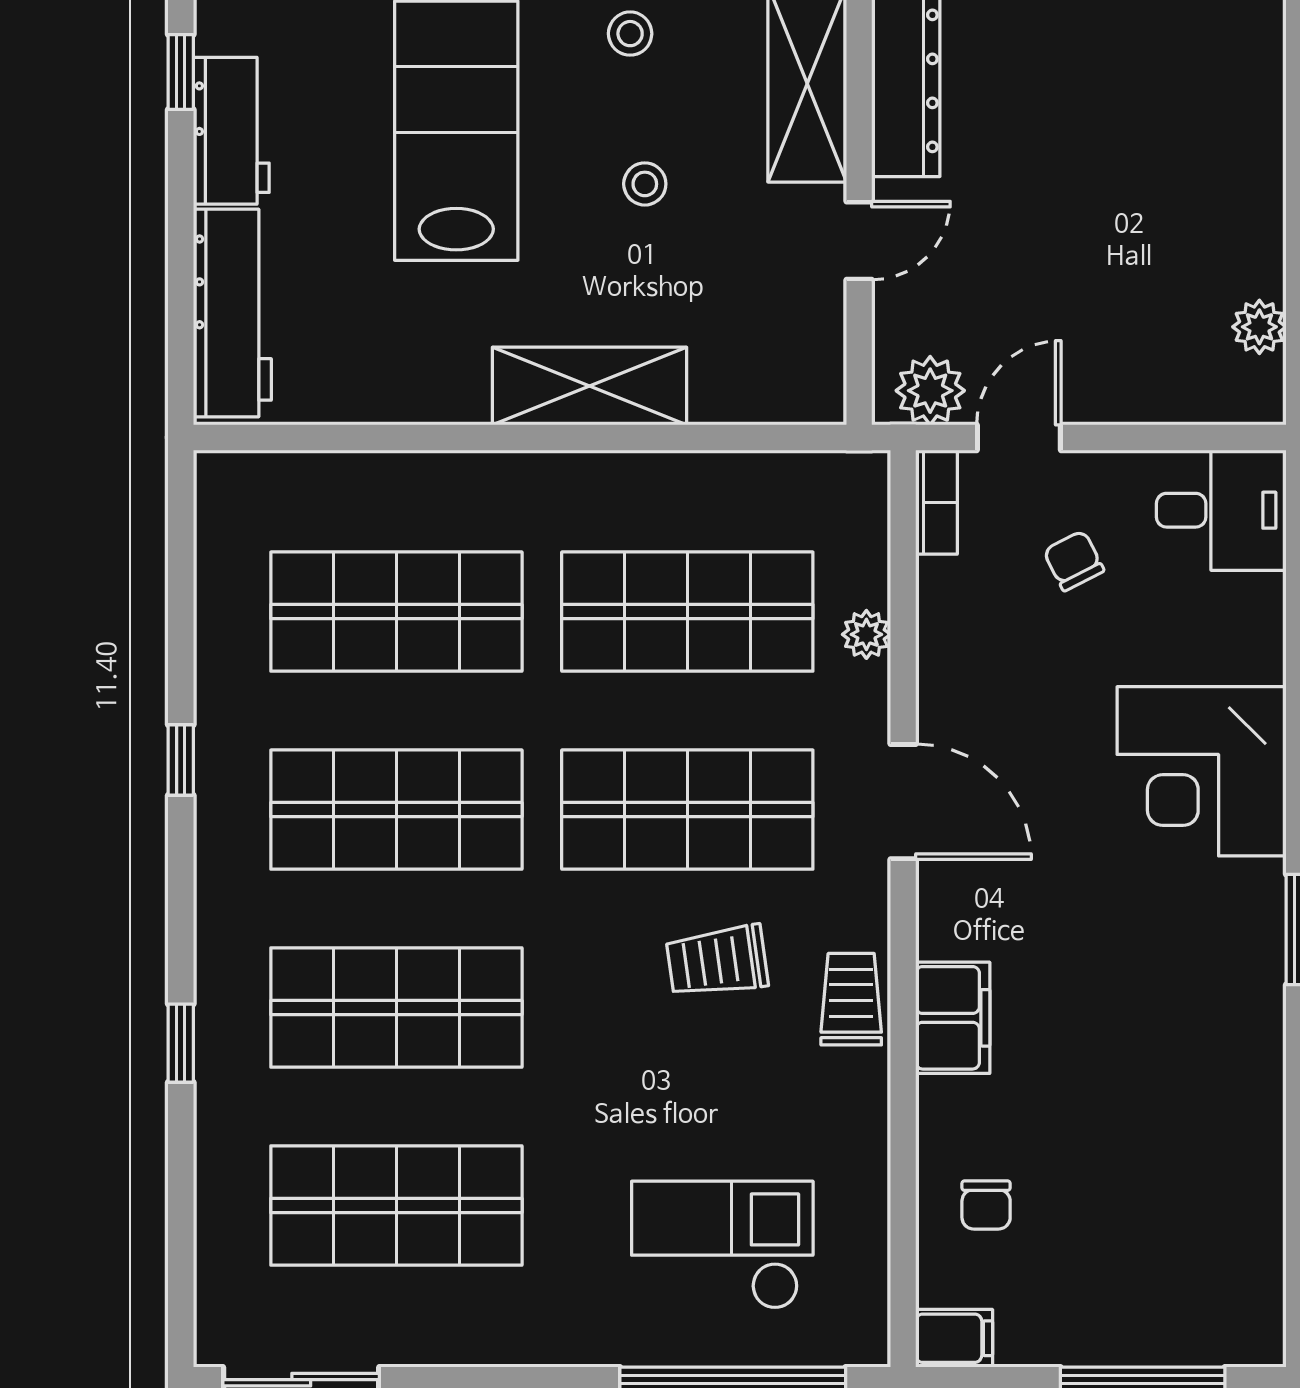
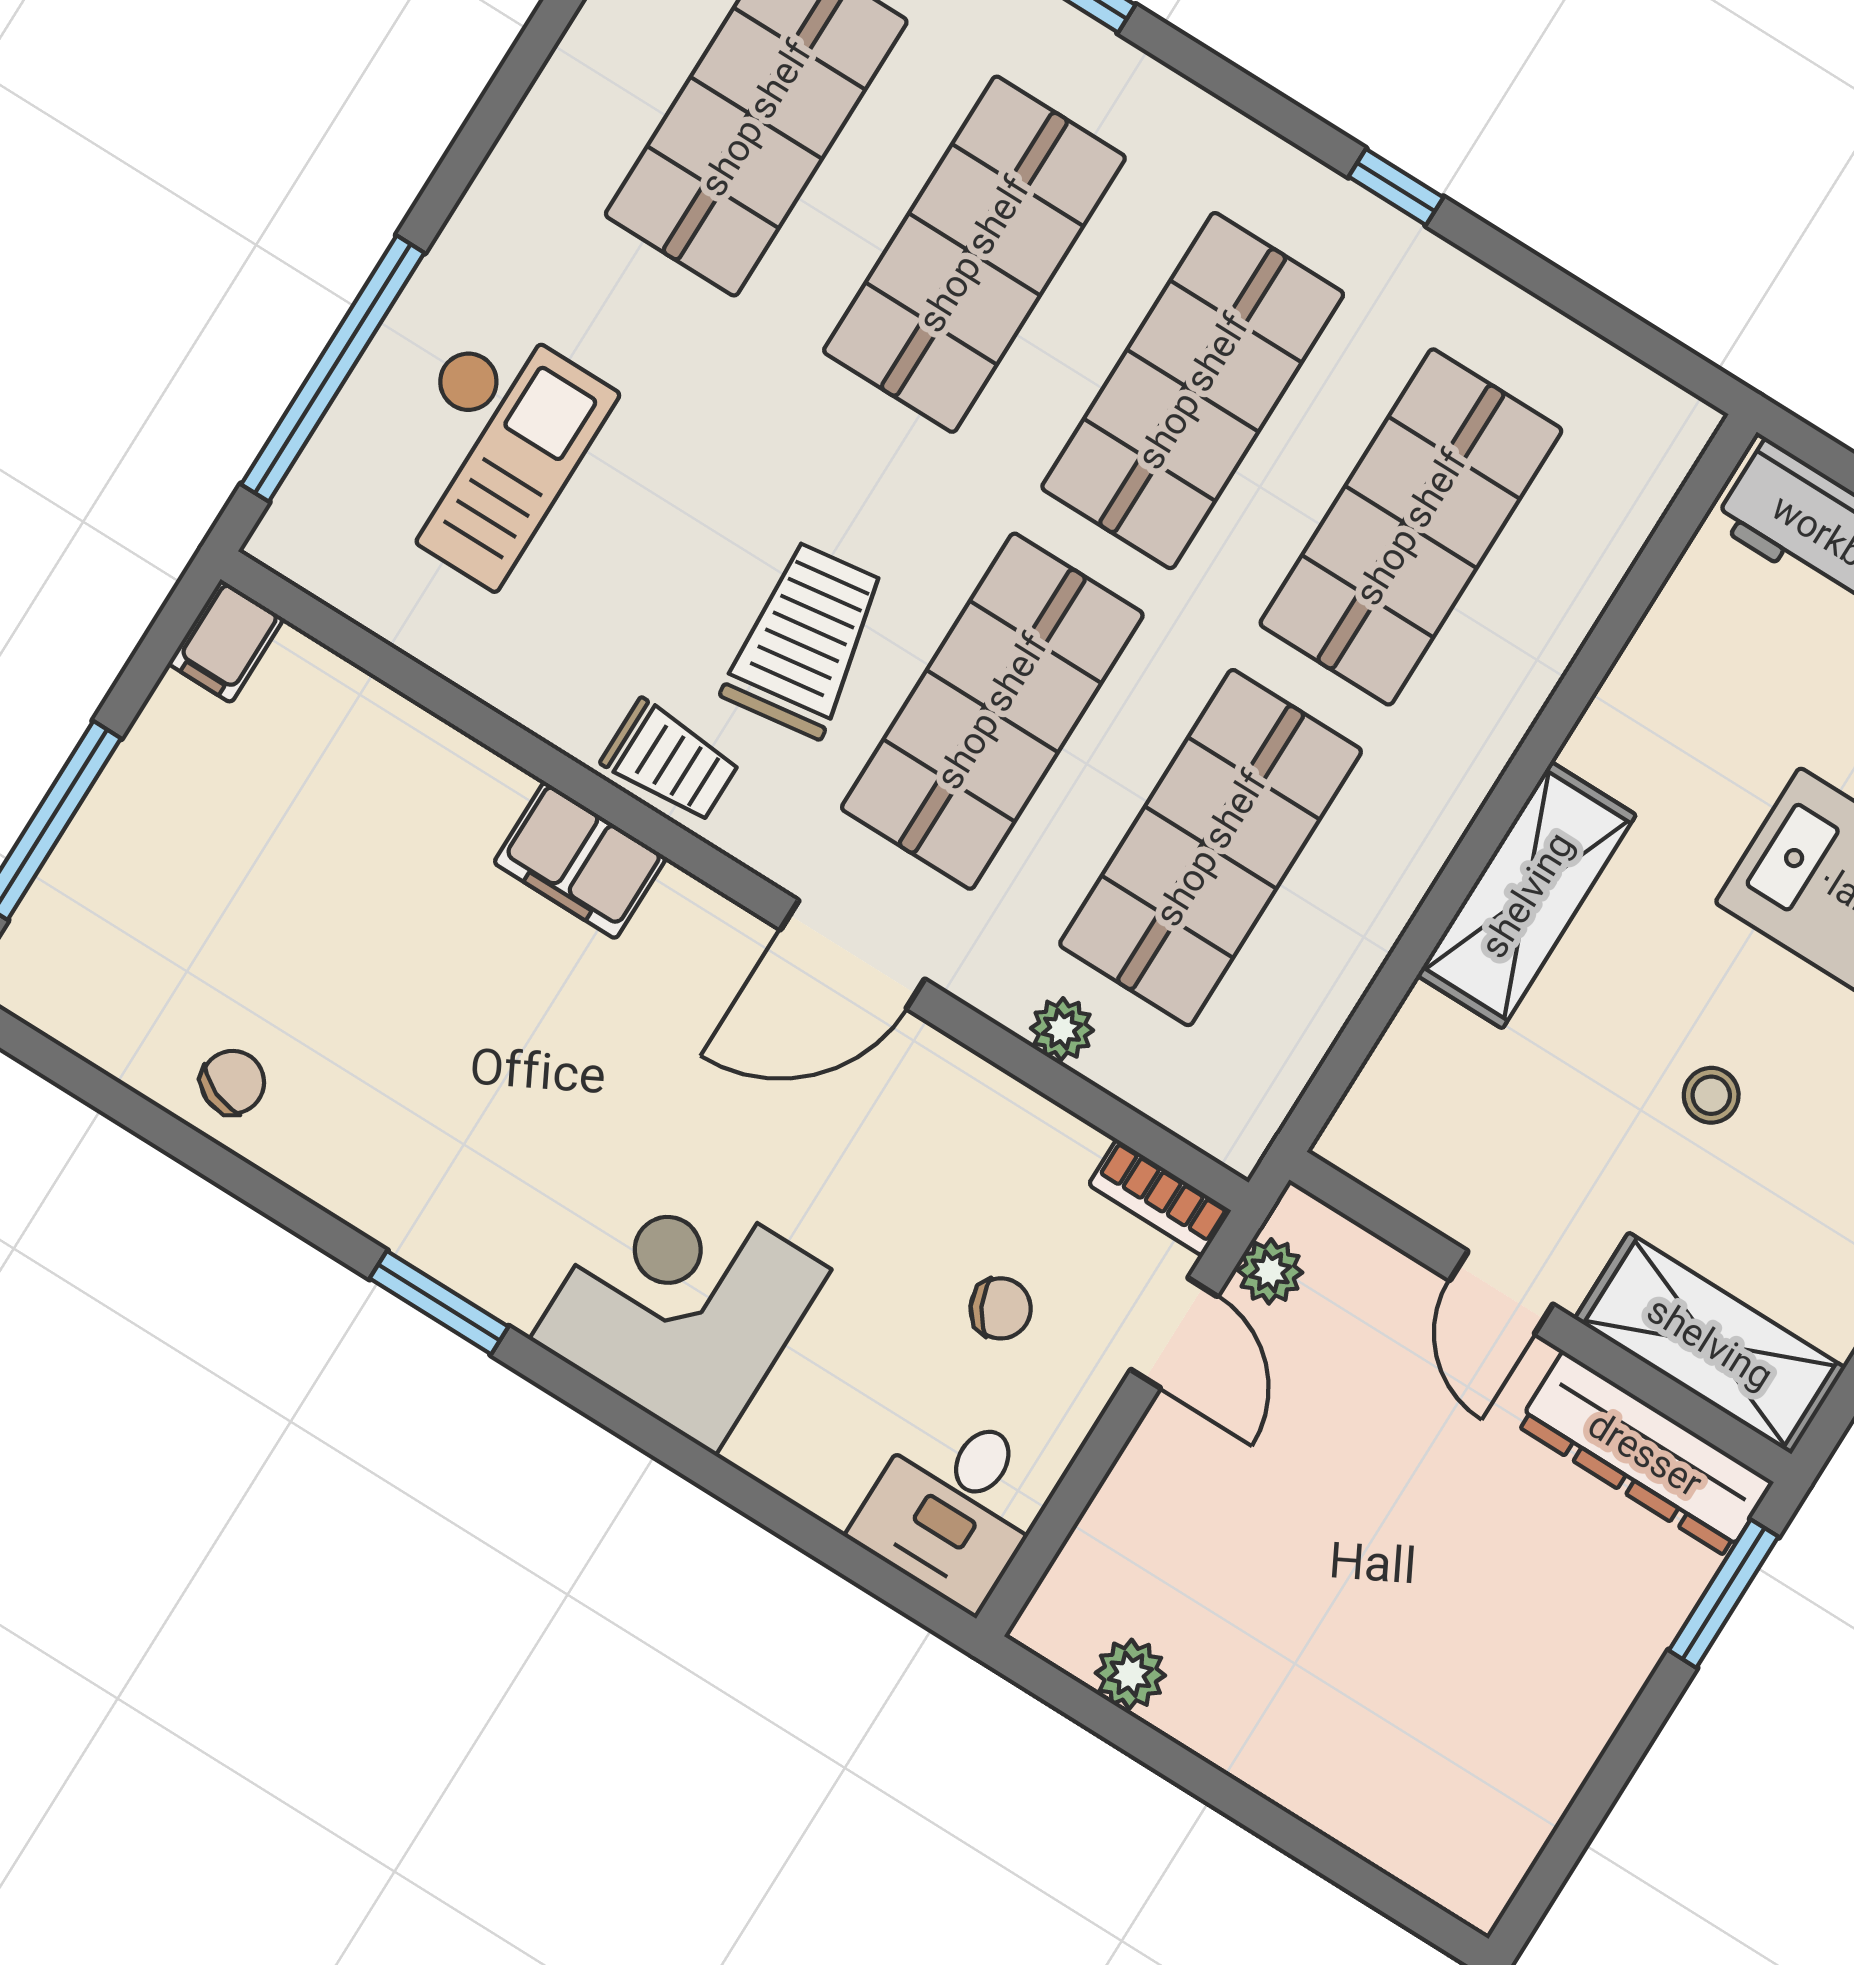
plant: (930, 391) -> (1270, 1271), width x0.73, depth x0.73
trolley: (717, 961) -> (805, 640), width x1.36, depth x1.39
chair: (986, 1205) -> (233, 1082), moved, turned 113

